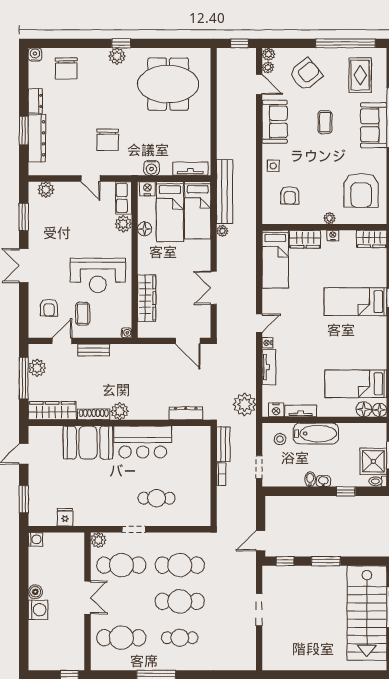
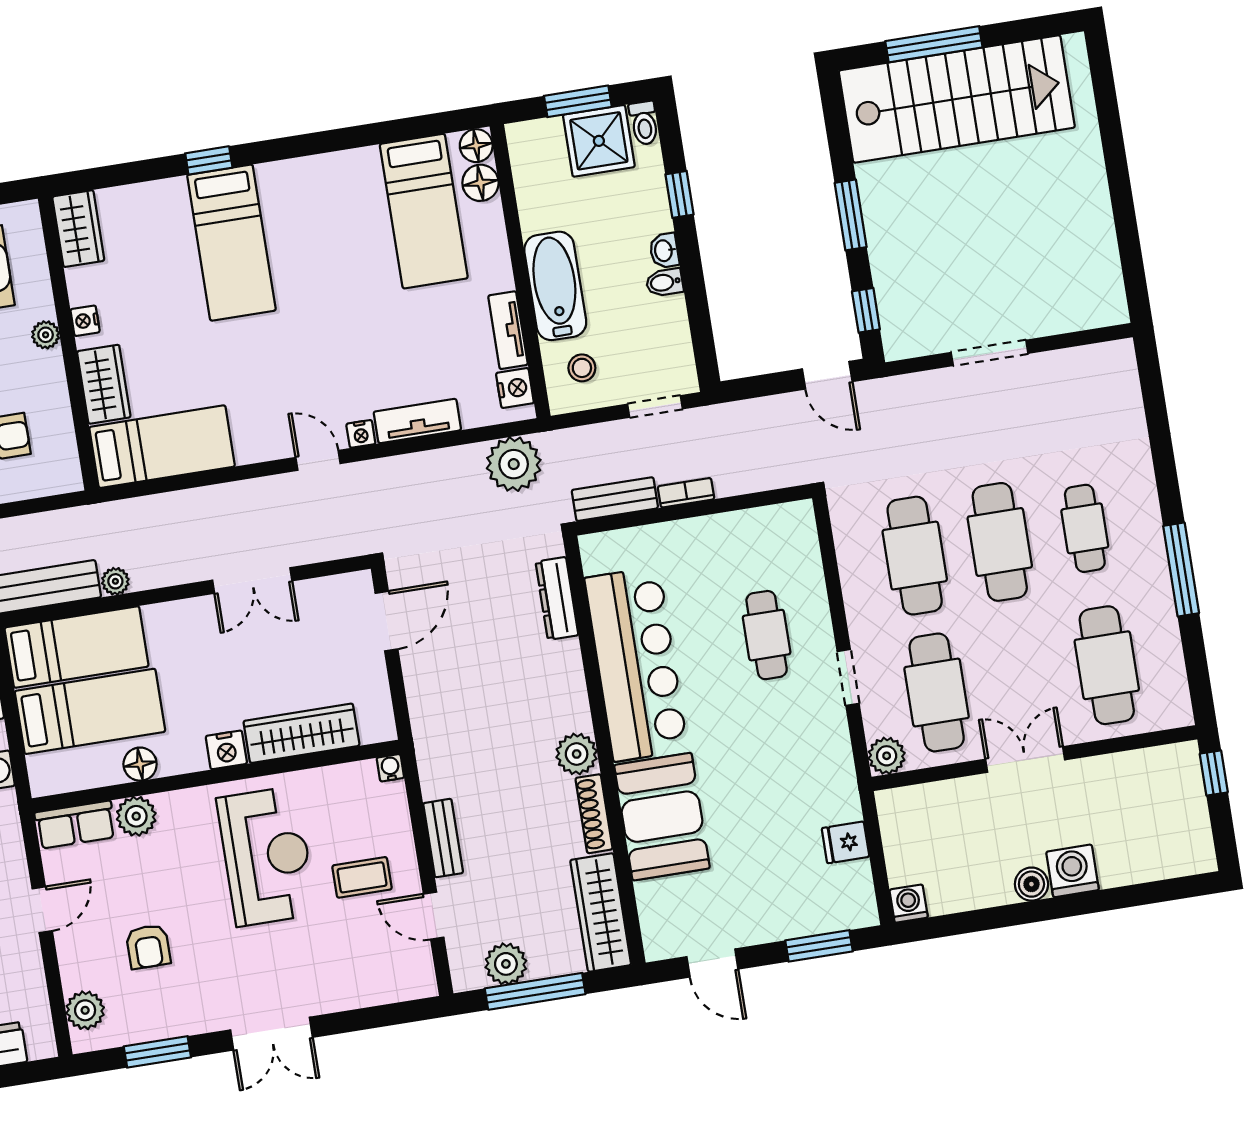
nightstand: (147, 189) -> (226, 750), moved, turned -90
armchair: (49, 307) -> (148, 947), moved, turned 90
bar counter: (143, 442) -> (636, 664), width x1.36

